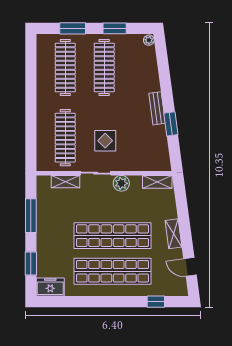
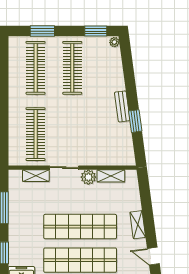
window: (115, 28) -> (96, 31), moved
display table: (105, 141) -> (73, 137), removed
shelving: (157, 182) -> (111, 176), moved

